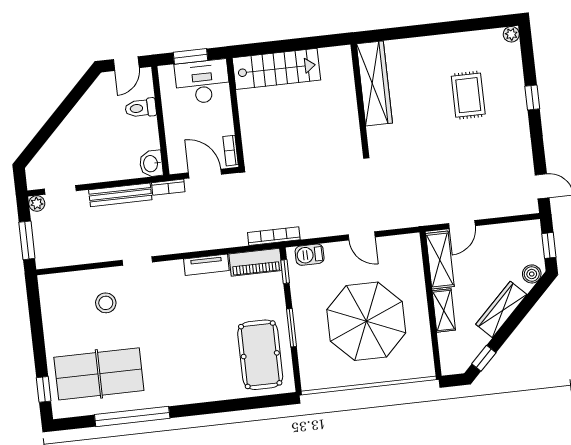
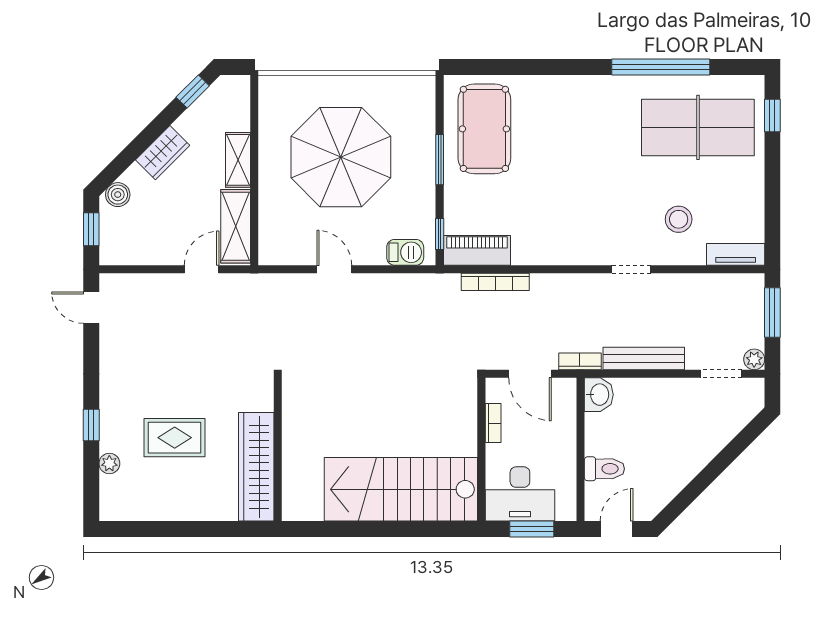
plant: (511, 34) -> (109, 463), moved
stairs: (276, 69) -> (401, 489), width x1.36, depth x1.51
wardrobe: (374, 83) -> (256, 467), moved
rug: (468, 95) -> (175, 438), turned 90
wall: (360, 98) -> (278, 449), moved
bookcase: (231, 151) -> (493, 423), moved
bookcase: (274, 236) -> (495, 282), moved
tv unit: (206, 265) -> (736, 254), moved
wardrobe: (501, 309) -> (163, 153), width x0.67

